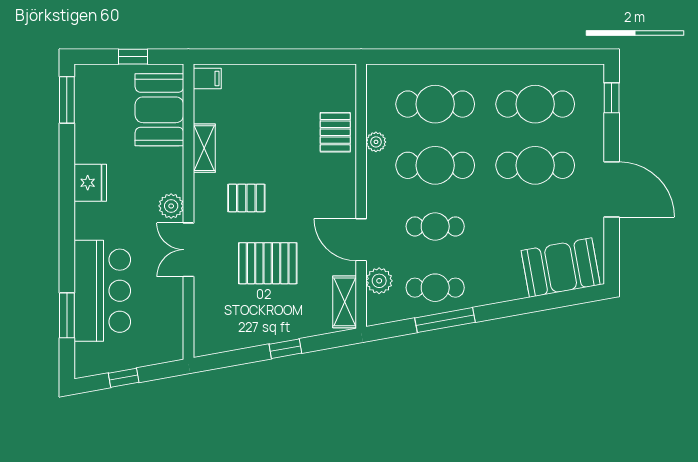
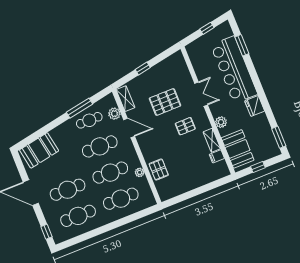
filing cabinet: (207, 78) -> (217, 156), moved
plant: (171, 206) -> (221, 122), moved
cafe table: (435, 226) -> (100, 146), width x1.37, depth x1.35
bar counter: (102, 291) -> (234, 70), width x1.36

